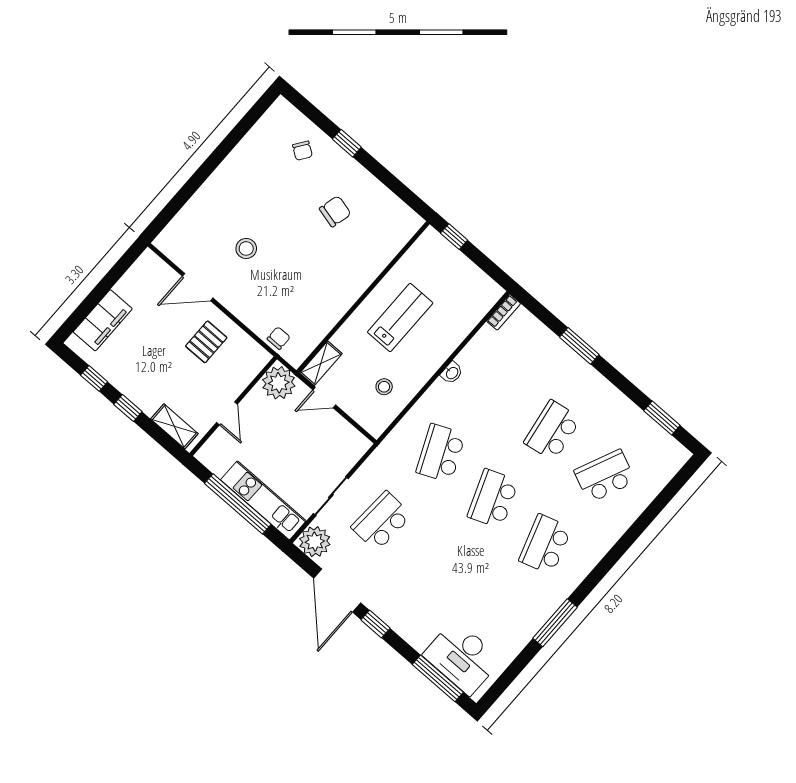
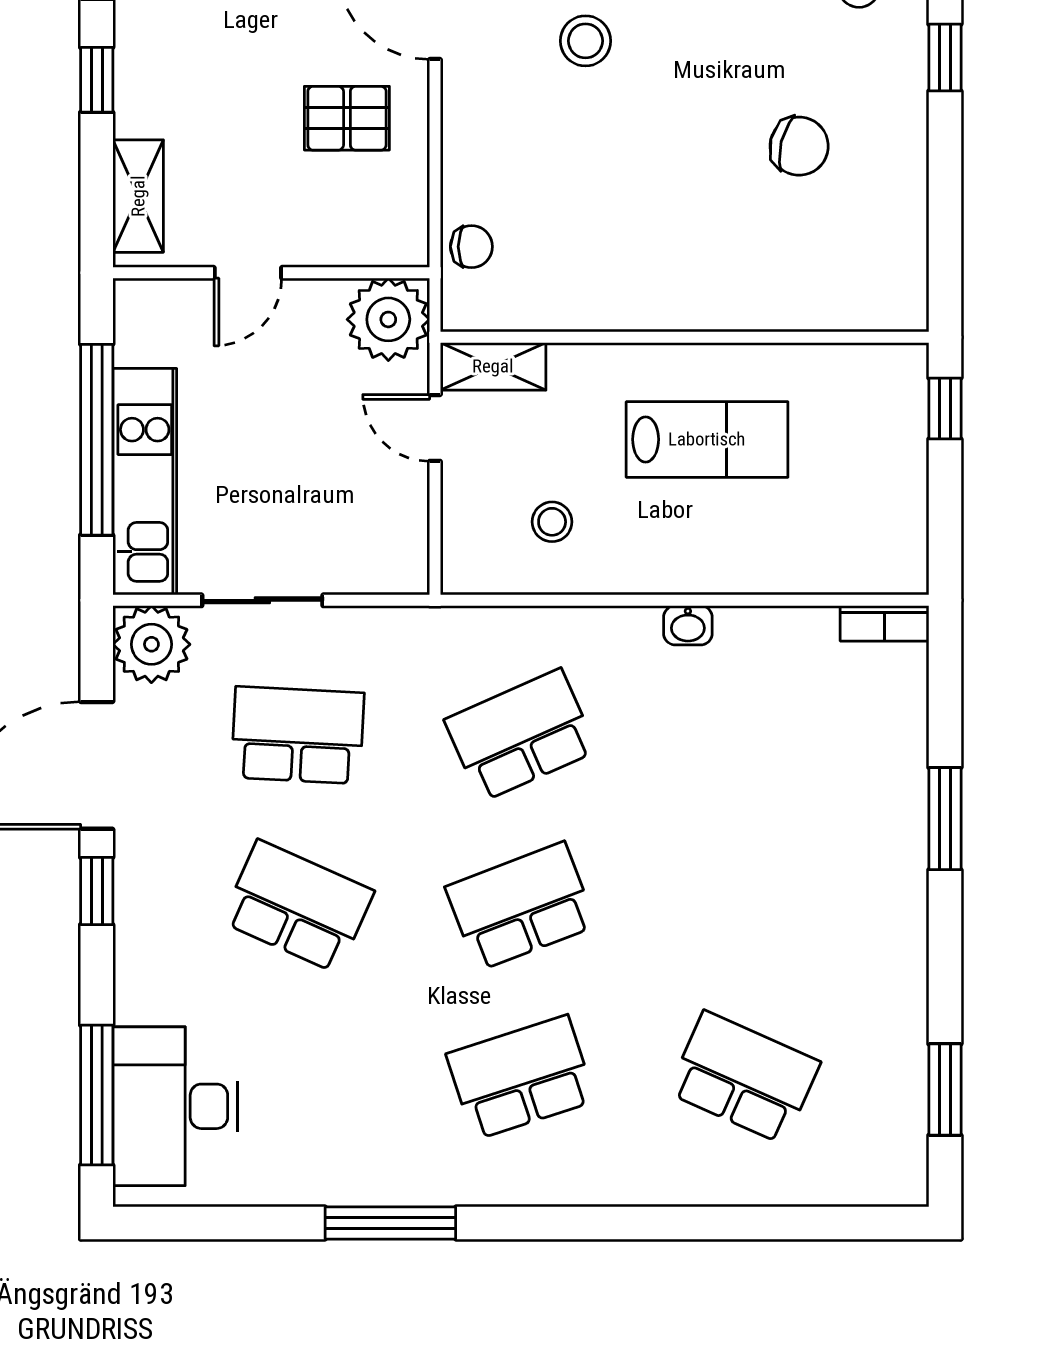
school desk: (552, 431) -> (298, 906), moved, turned 33

